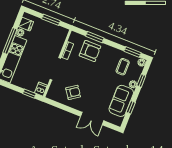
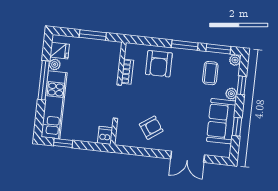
window: (95, 37) -> (185, 45), moved
armchair: (90, 51) -> (159, 64), turned 90
window: (29, 94) -> (63, 143), moved

